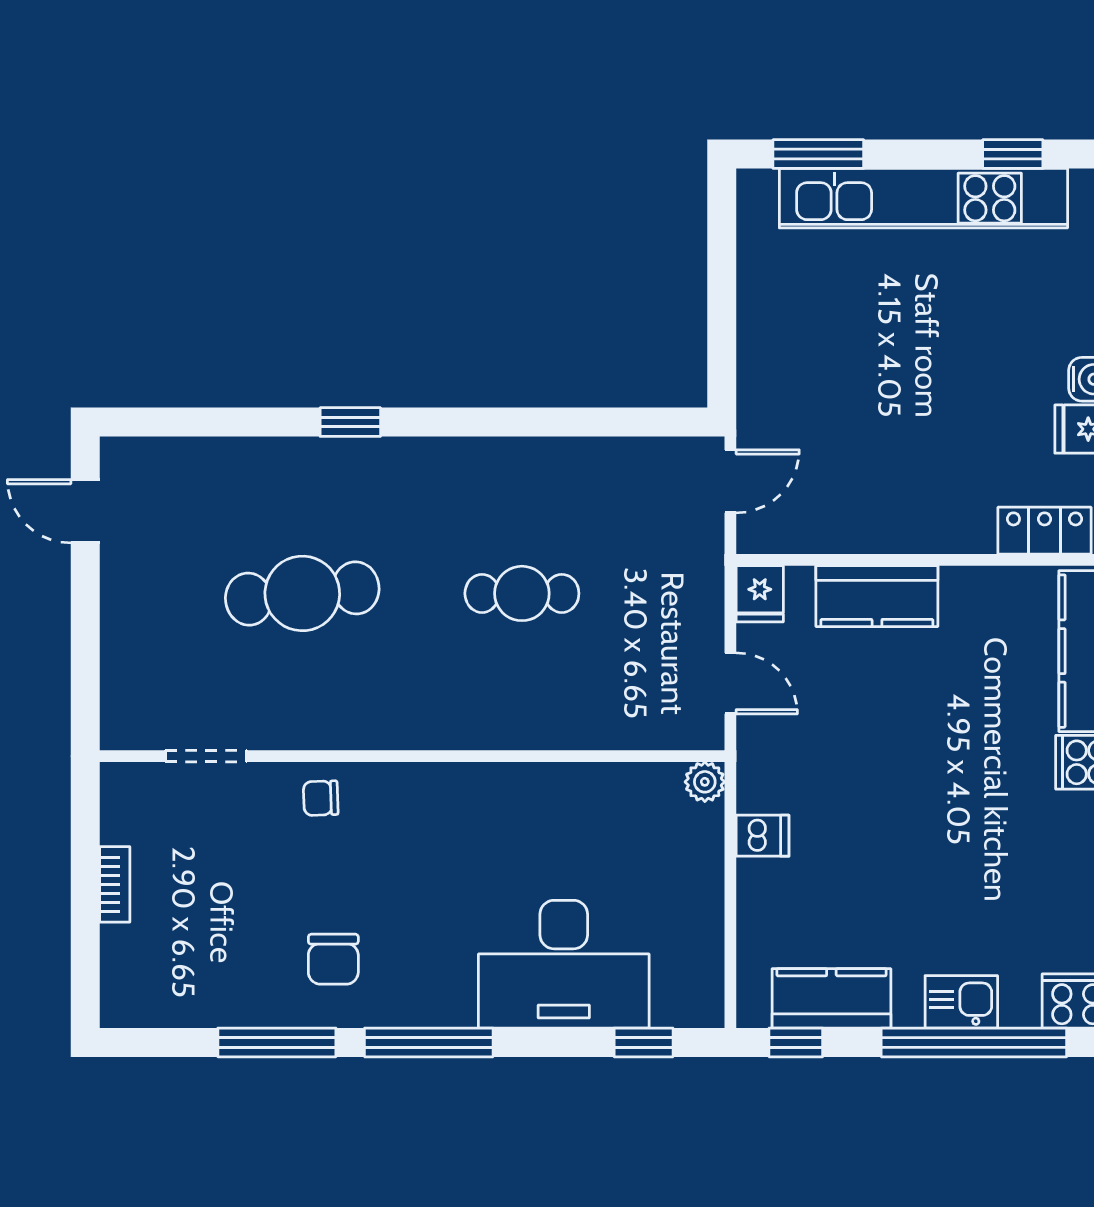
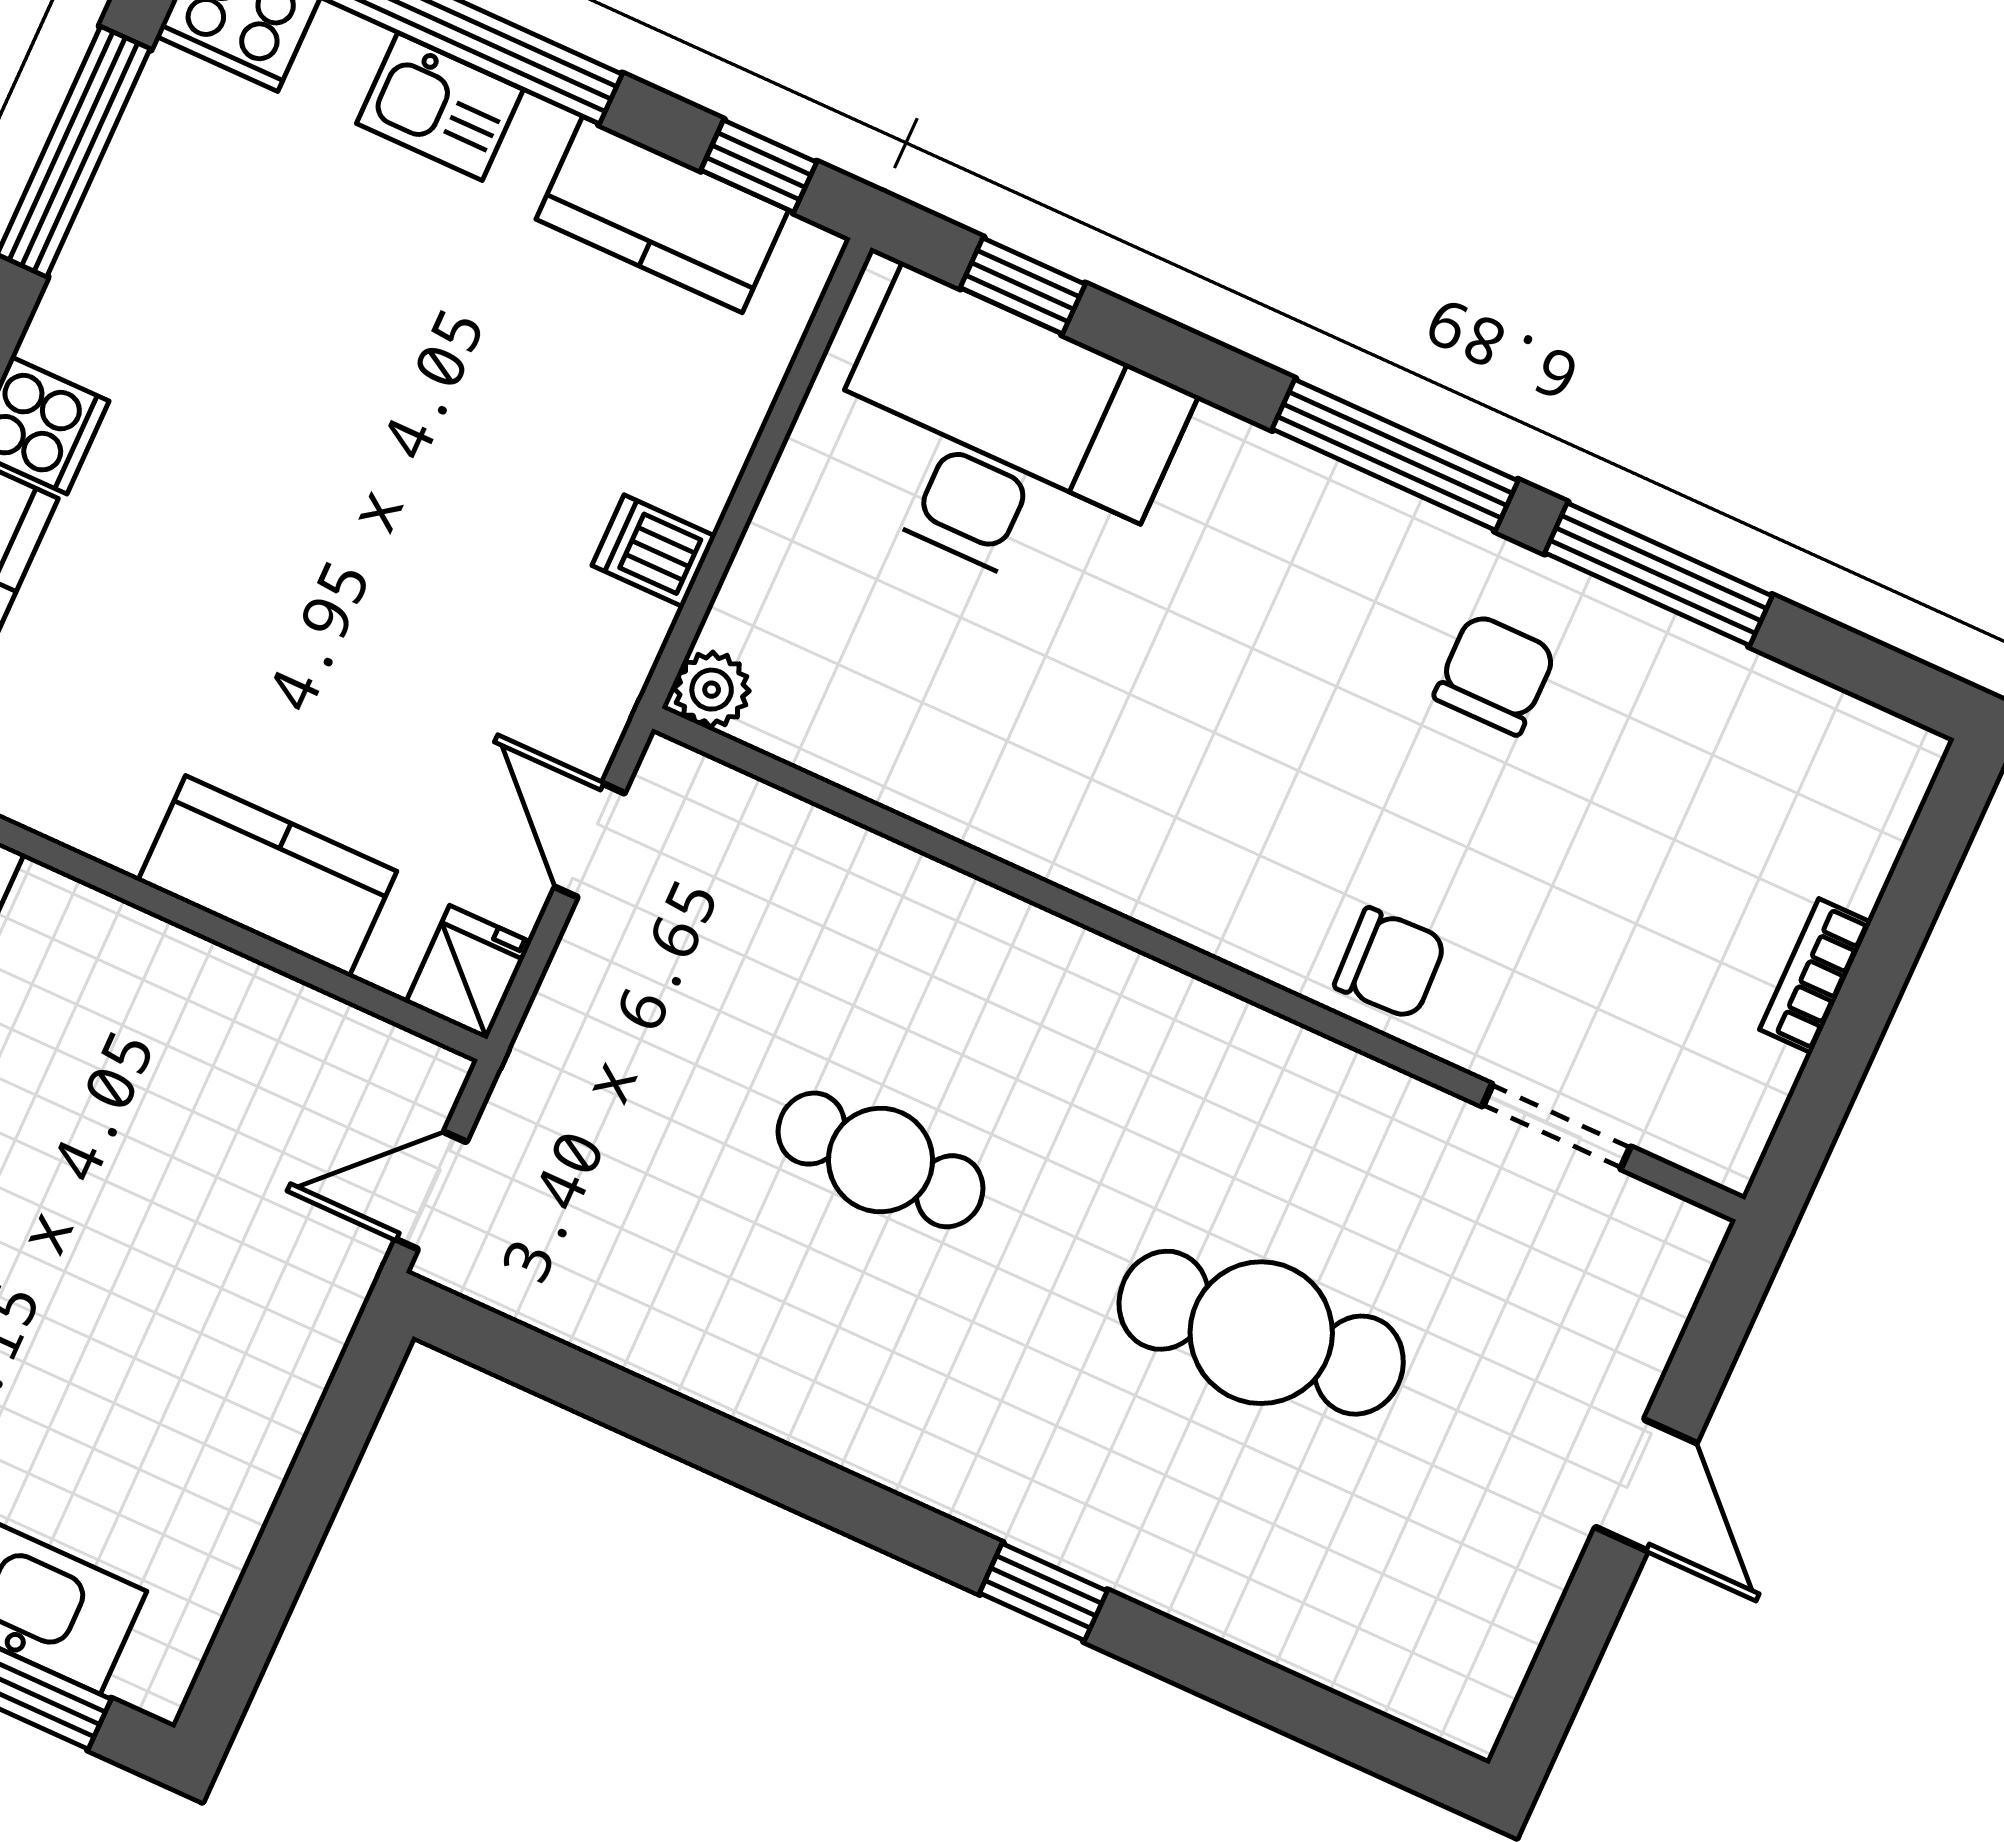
door: (85, 511) -> (1646, 1485), moved
chair: (321, 798) -> (1390, 963), width x1.37, depth x1.37
desk: (564, 964) -> (1000, 439), moved

